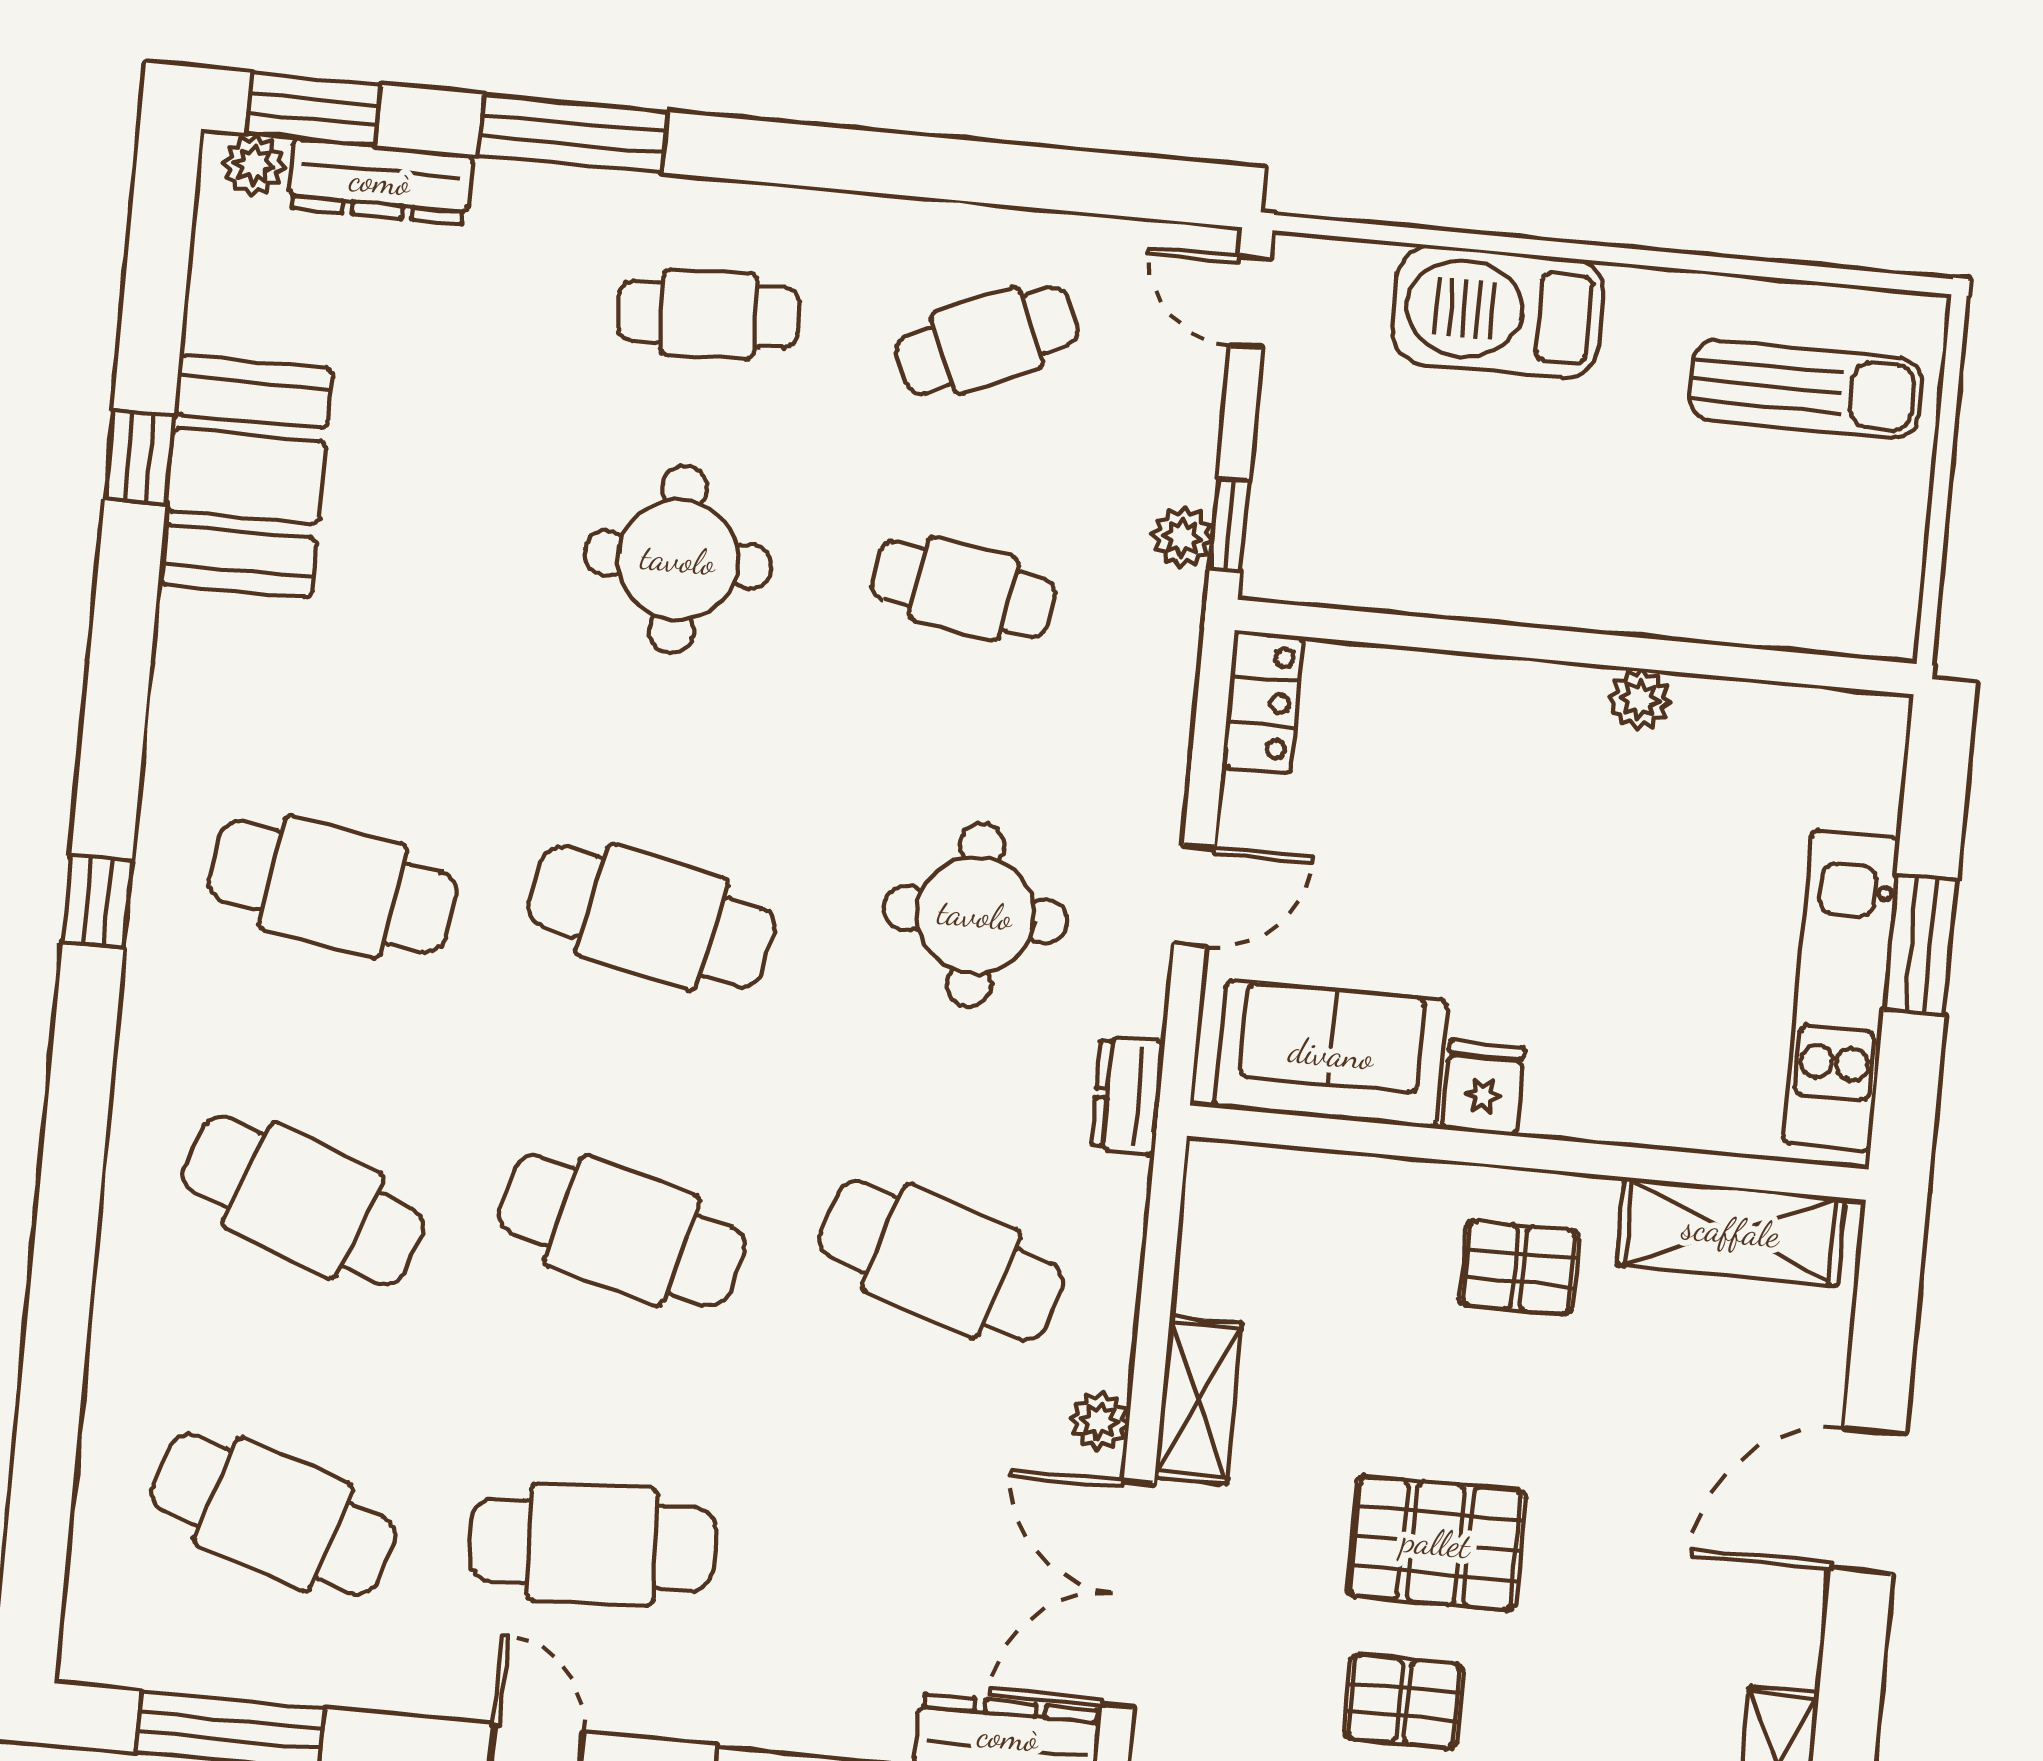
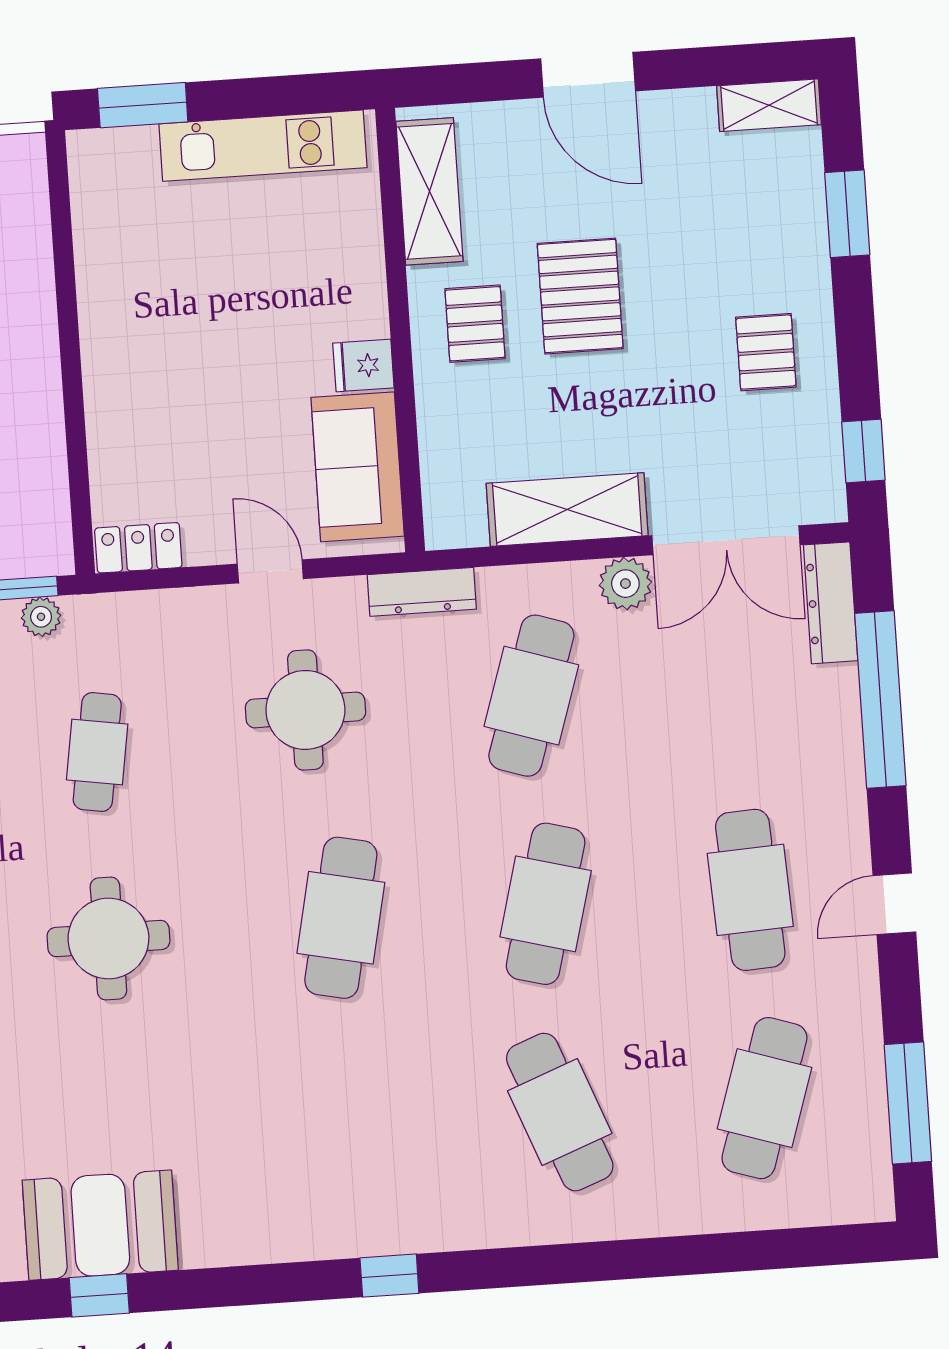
plant: (1640, 700) -> (97, 306), removed
cafe table: (333, 887) -> (355, 1126), removed
window: (1920, 945) -> (143, 105), moved
dresser: (1128, 1096) -> (422, 592), width x1.44
cafe table: (303, 1201) -> (560, 1112), turned -42
shelving: (1198, 1400) -> (567, 510), width x1.50, depth x1.33
plant: (1100, 1421) -> (625, 584), width x1.38, depth x1.38
pallet: (1436, 1543) -> (580, 296), moved

